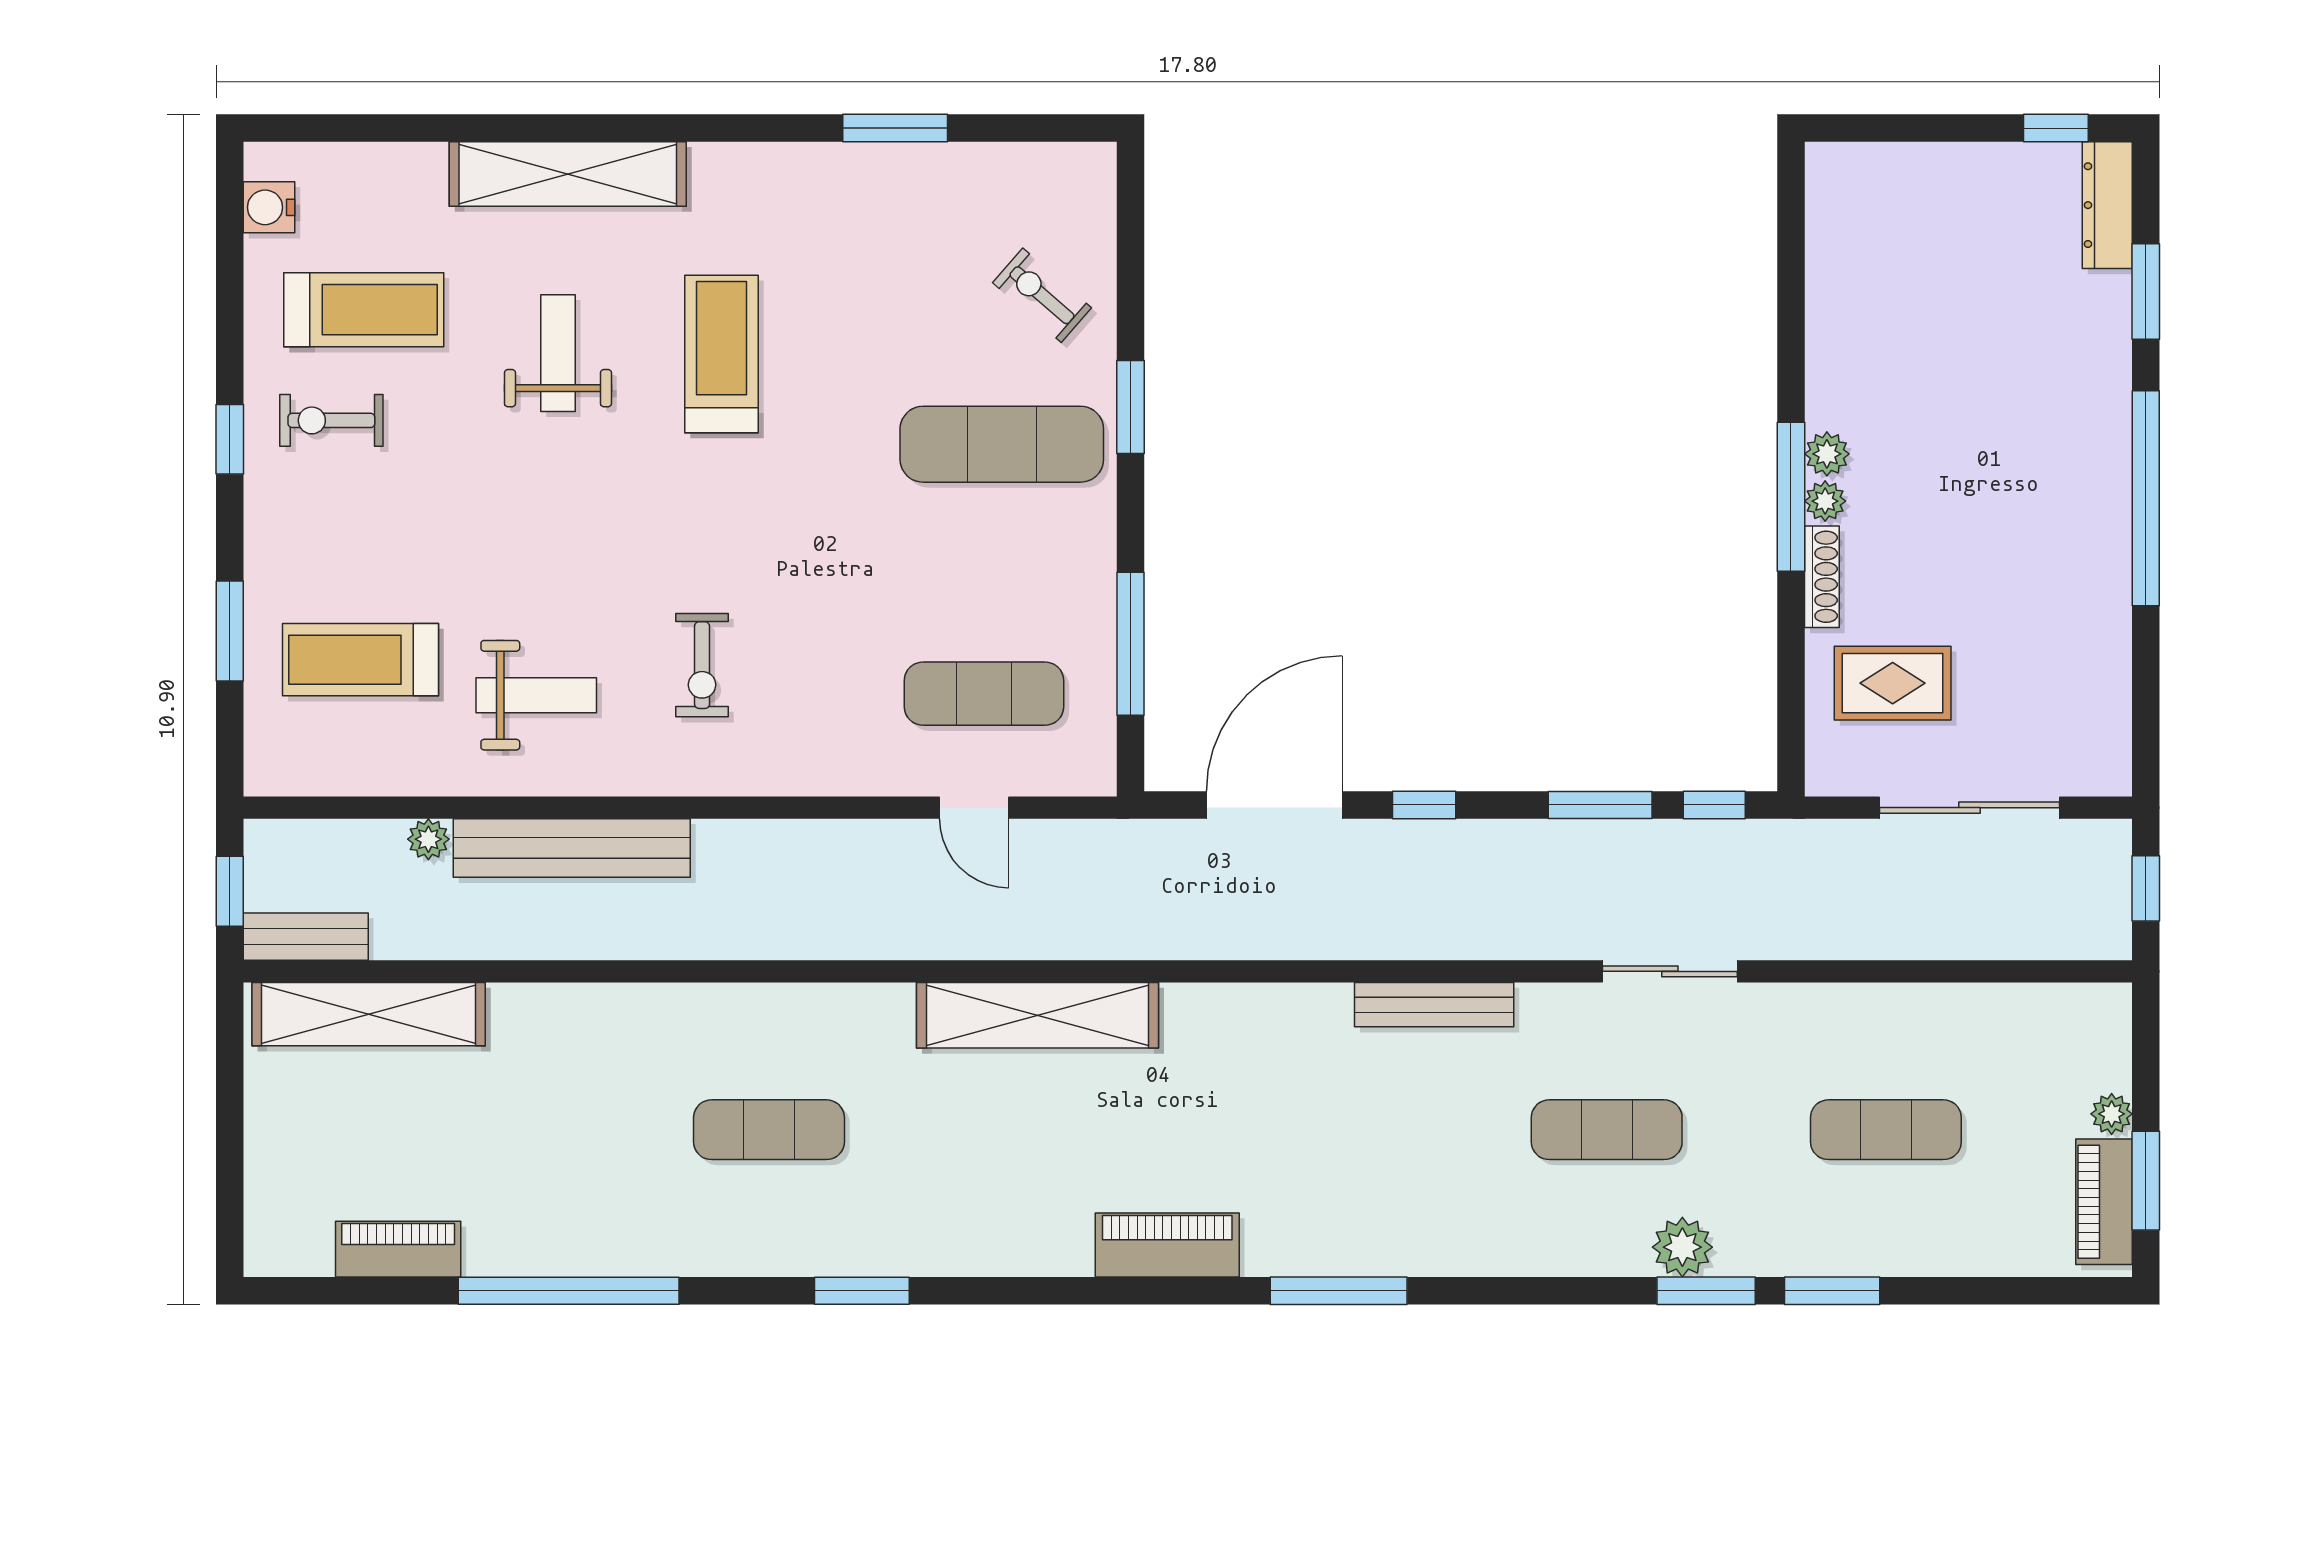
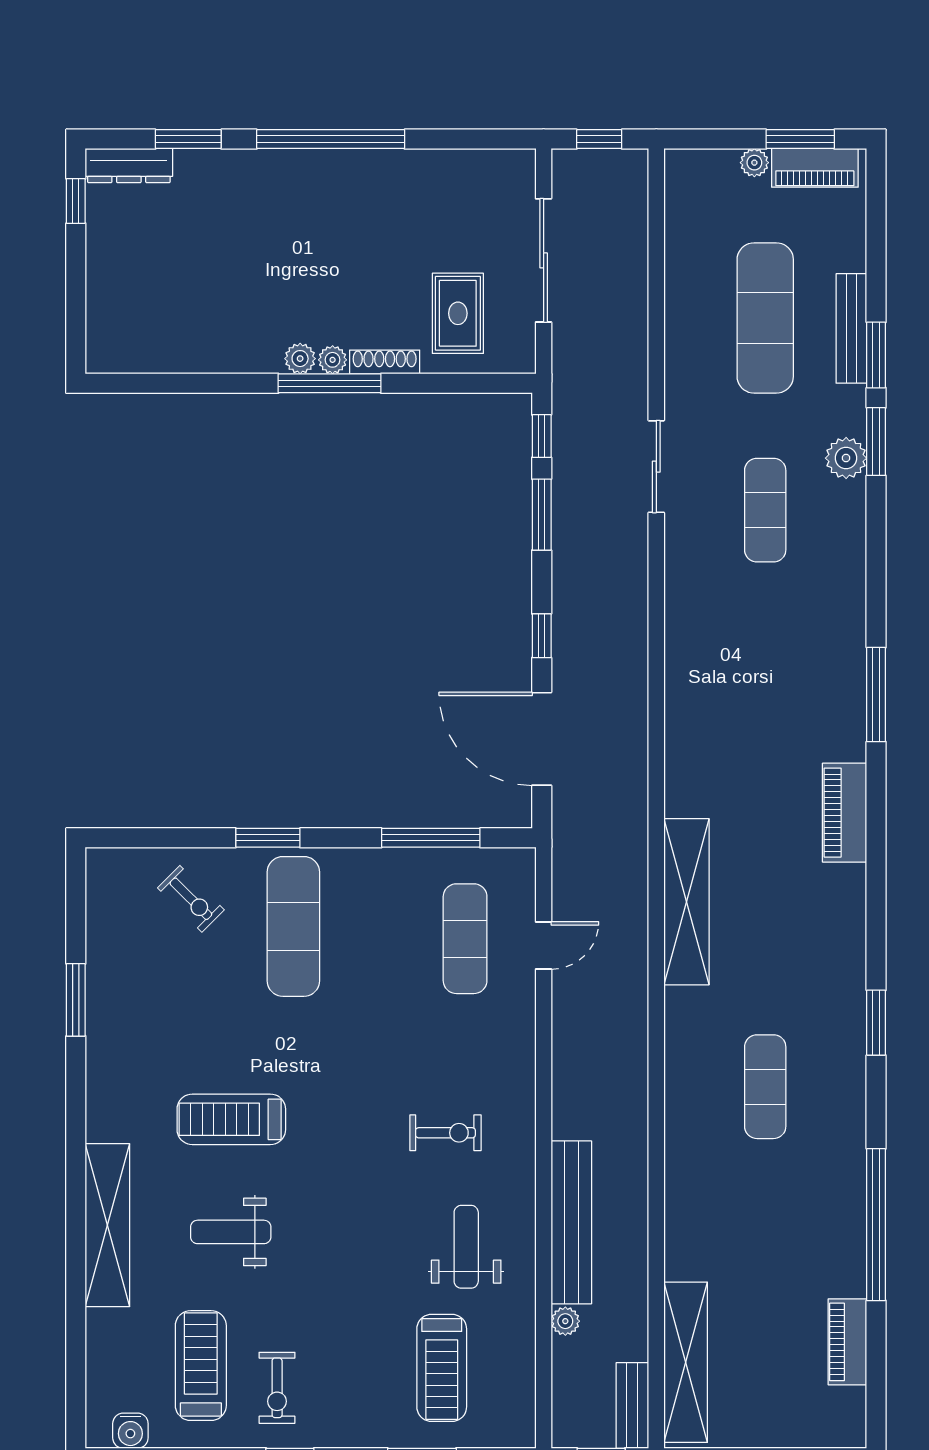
exercise bike: (1042, 295) -> (191, 899), turned -86
bench: (1434, 1005) -> (851, 328), moved
exercise mat: (1886, 1130) -> (765, 318), width x1.36, depth x1.45

